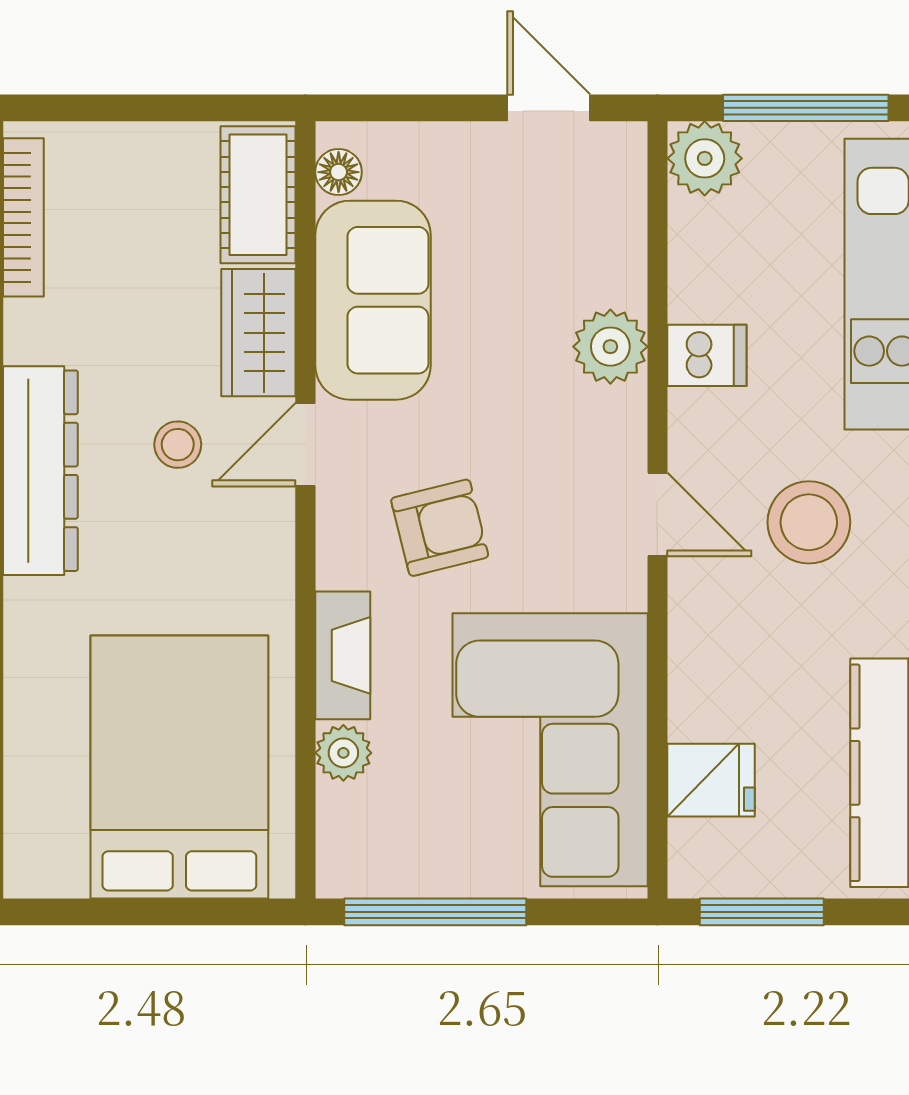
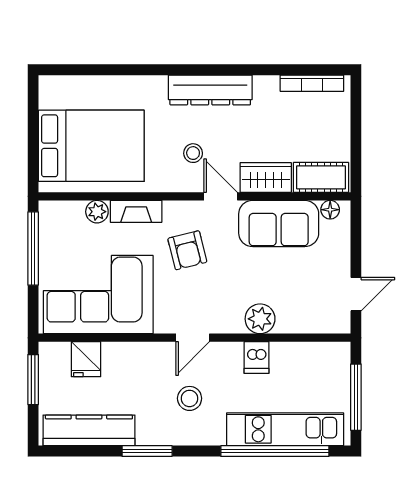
plant: (705, 158) -> (336, 357), removed
stool: (178, 445) -> (193, 153), moved
stool: (809, 522) -> (190, 398), width x0.73, depth x0.73

